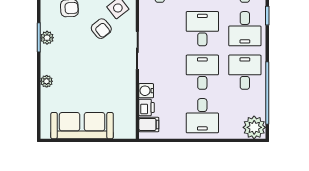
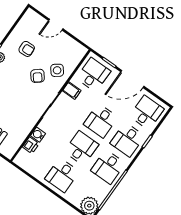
desk: (202, 29) -> (101, 121), turned 180
desk: (245, 72) -> (108, 167), turned 180
filing cabinet: (149, 124) -> (72, 91), moved

